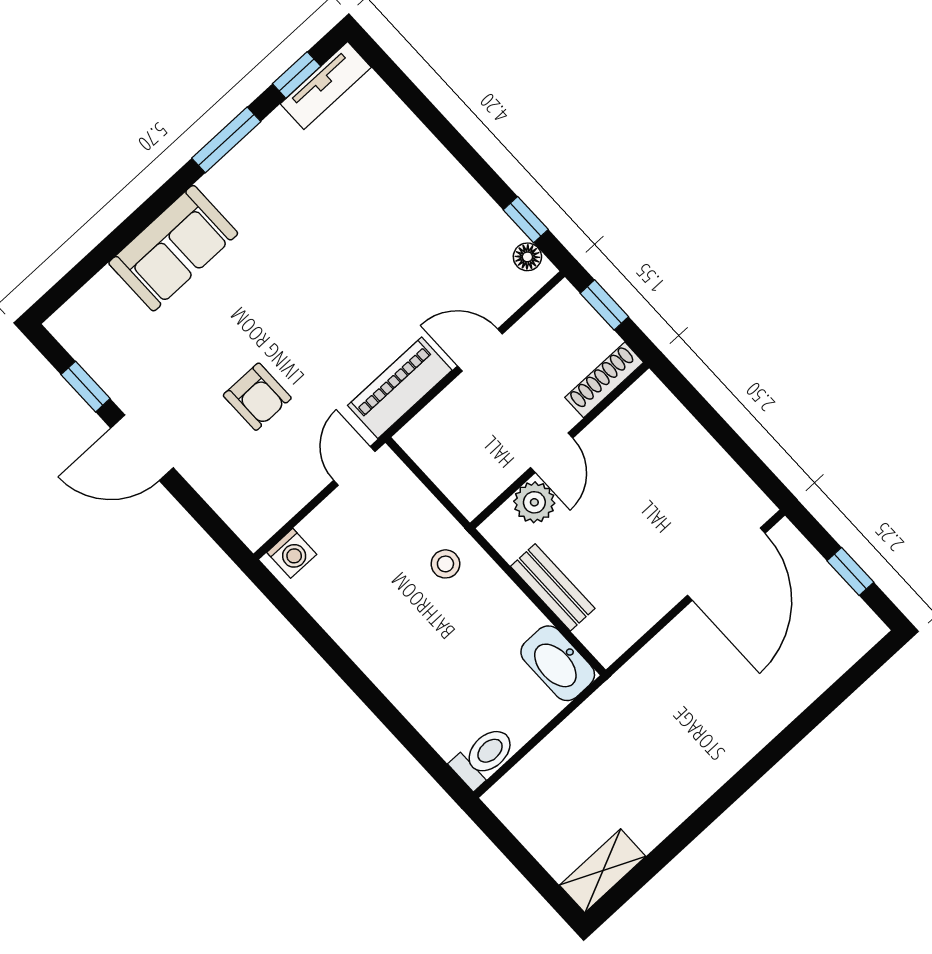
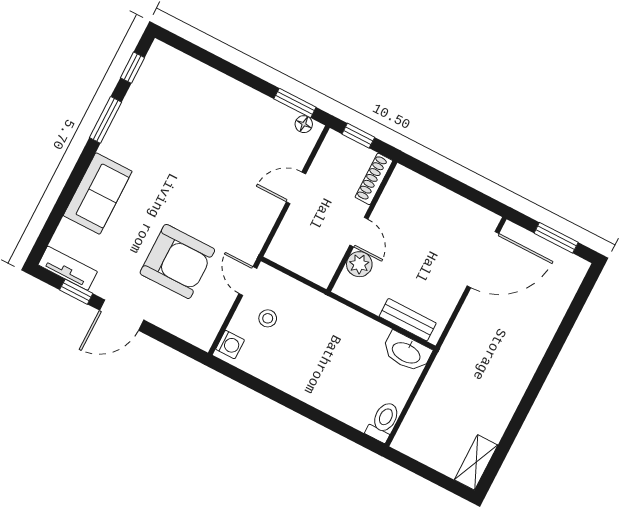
tv unit: (326, 86) -> (68, 268), moved, turned -90
window: (526, 220) -> (295, 103), width x1.50
piano: (400, 388) -> (258, 226), removed
armchair: (257, 397) -> (177, 261), width x1.88, depth x1.88
stool: (445, 564) -> (268, 318), moved
door: (726, 564) -> (483, 260), hinge flipped
window: (850, 571) -> (556, 238), width x1.50
bench: (553, 587) -> (408, 320), moved

